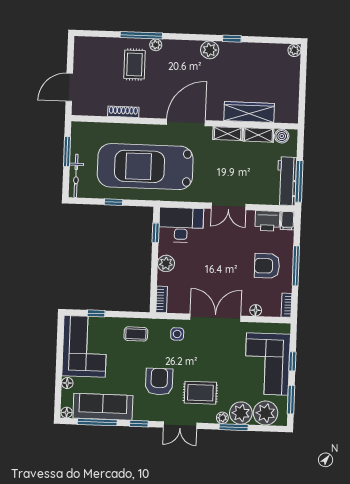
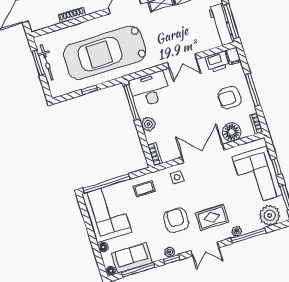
bicycle: (76, 176) -> (47, 62), moved
window: (156, 233) -> (132, 102), width x2.17
floor lamp: (256, 310) -> (232, 132), width x1.89, depth x1.89
window: (96, 313) -> (107, 183), width x3.17
sofa: (103, 407) -> (132, 258), width x0.73
plant: (241, 413) -> (170, 252), moved, width x0.53, depth x0.53
window: (234, 427) -> (248, 236), width x1.44

